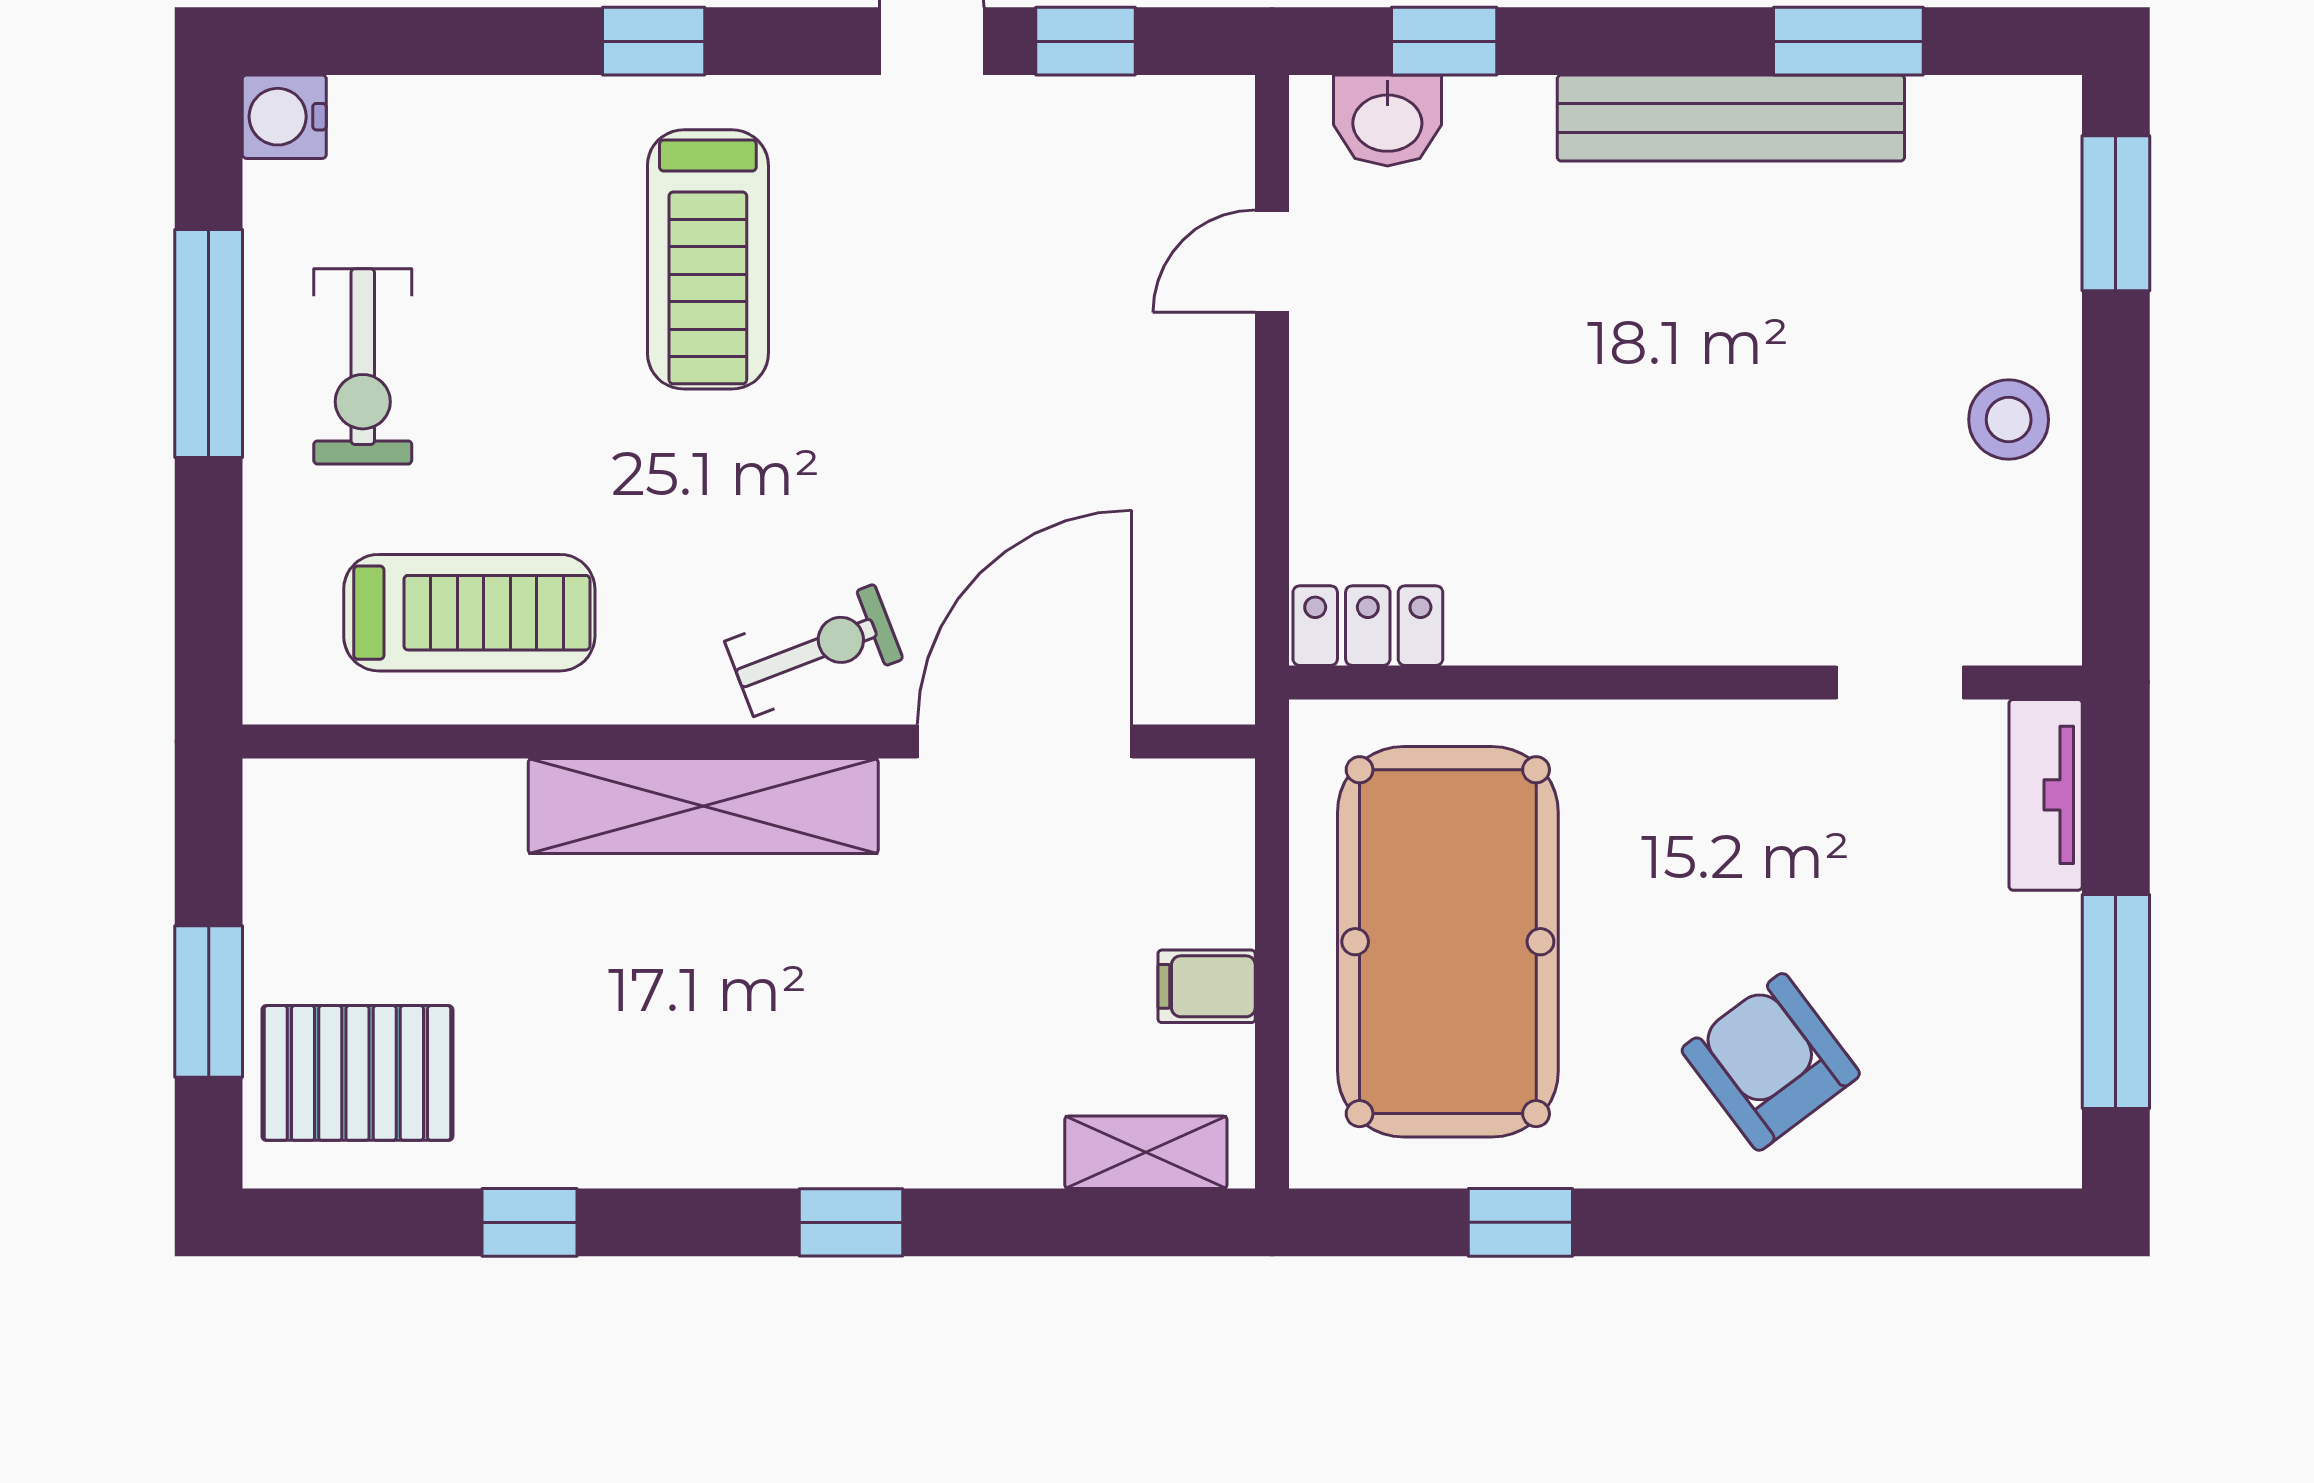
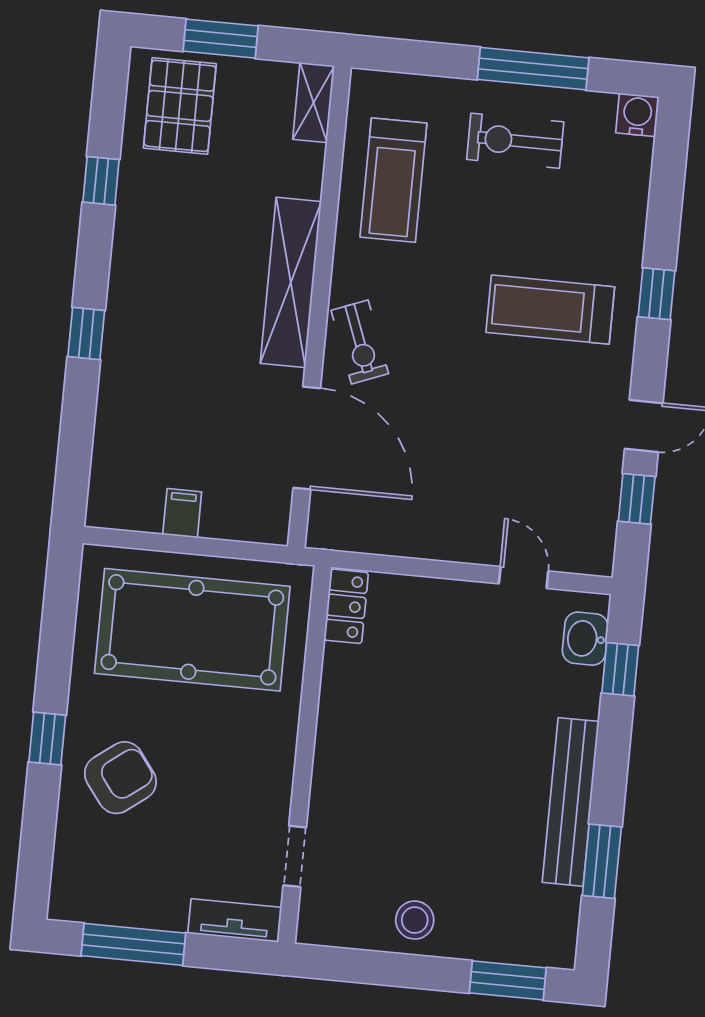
shelving: (1146, 1152) -> (314, 103), moved
window: (1520, 1222) -> (47, 739), moved

